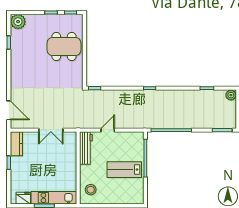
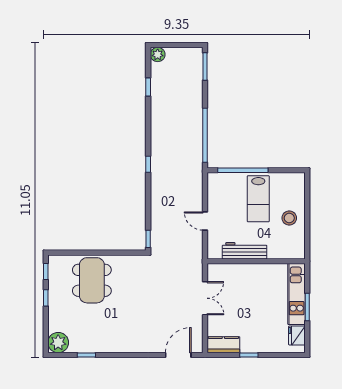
workbench: (86, 148) -> (245, 251), moved
stool: (91, 190) -> (289, 218), moved

